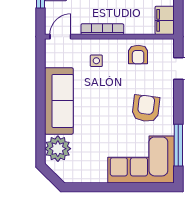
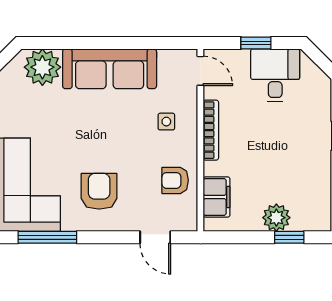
filing cabinet: (165, 20) -> (217, 197), moved, turned 90
armchair: (146, 108) -> (99, 191), turned -97

